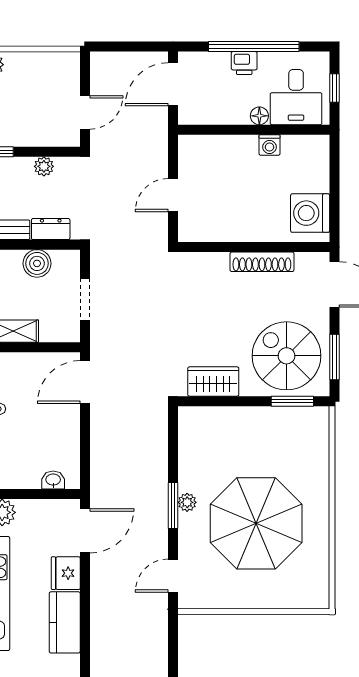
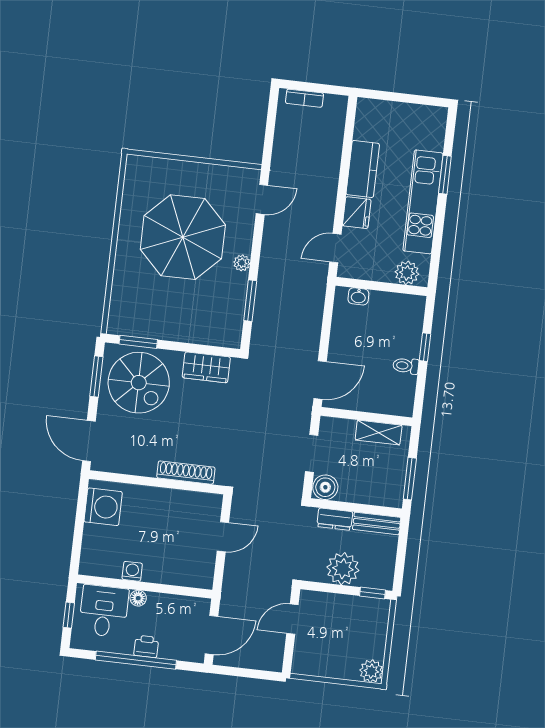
plant: (44, 166) -> (343, 569), width x1.88, depth x1.88
shoe rack: (262, 262) -> (186, 473), moved
boiler: (37, 263) -> (325, 487), moved
window: (173, 506) -> (250, 301), moved
door: (85, 531) -> (335, 248), width x0.73

